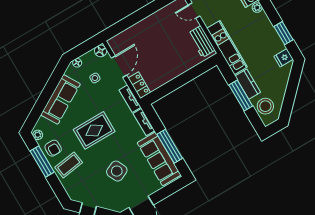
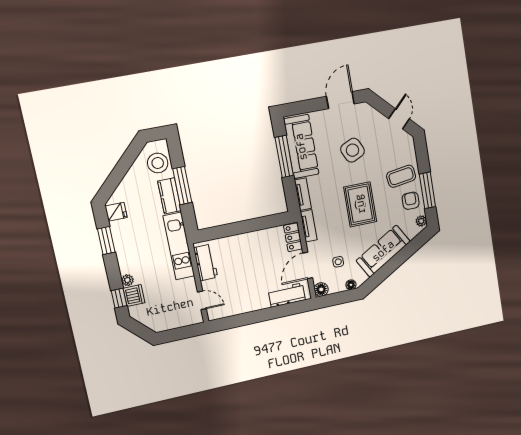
workbench: (127, 37) -> (287, 295), added
rug: (94, 130) -> (360, 204), turned 90

